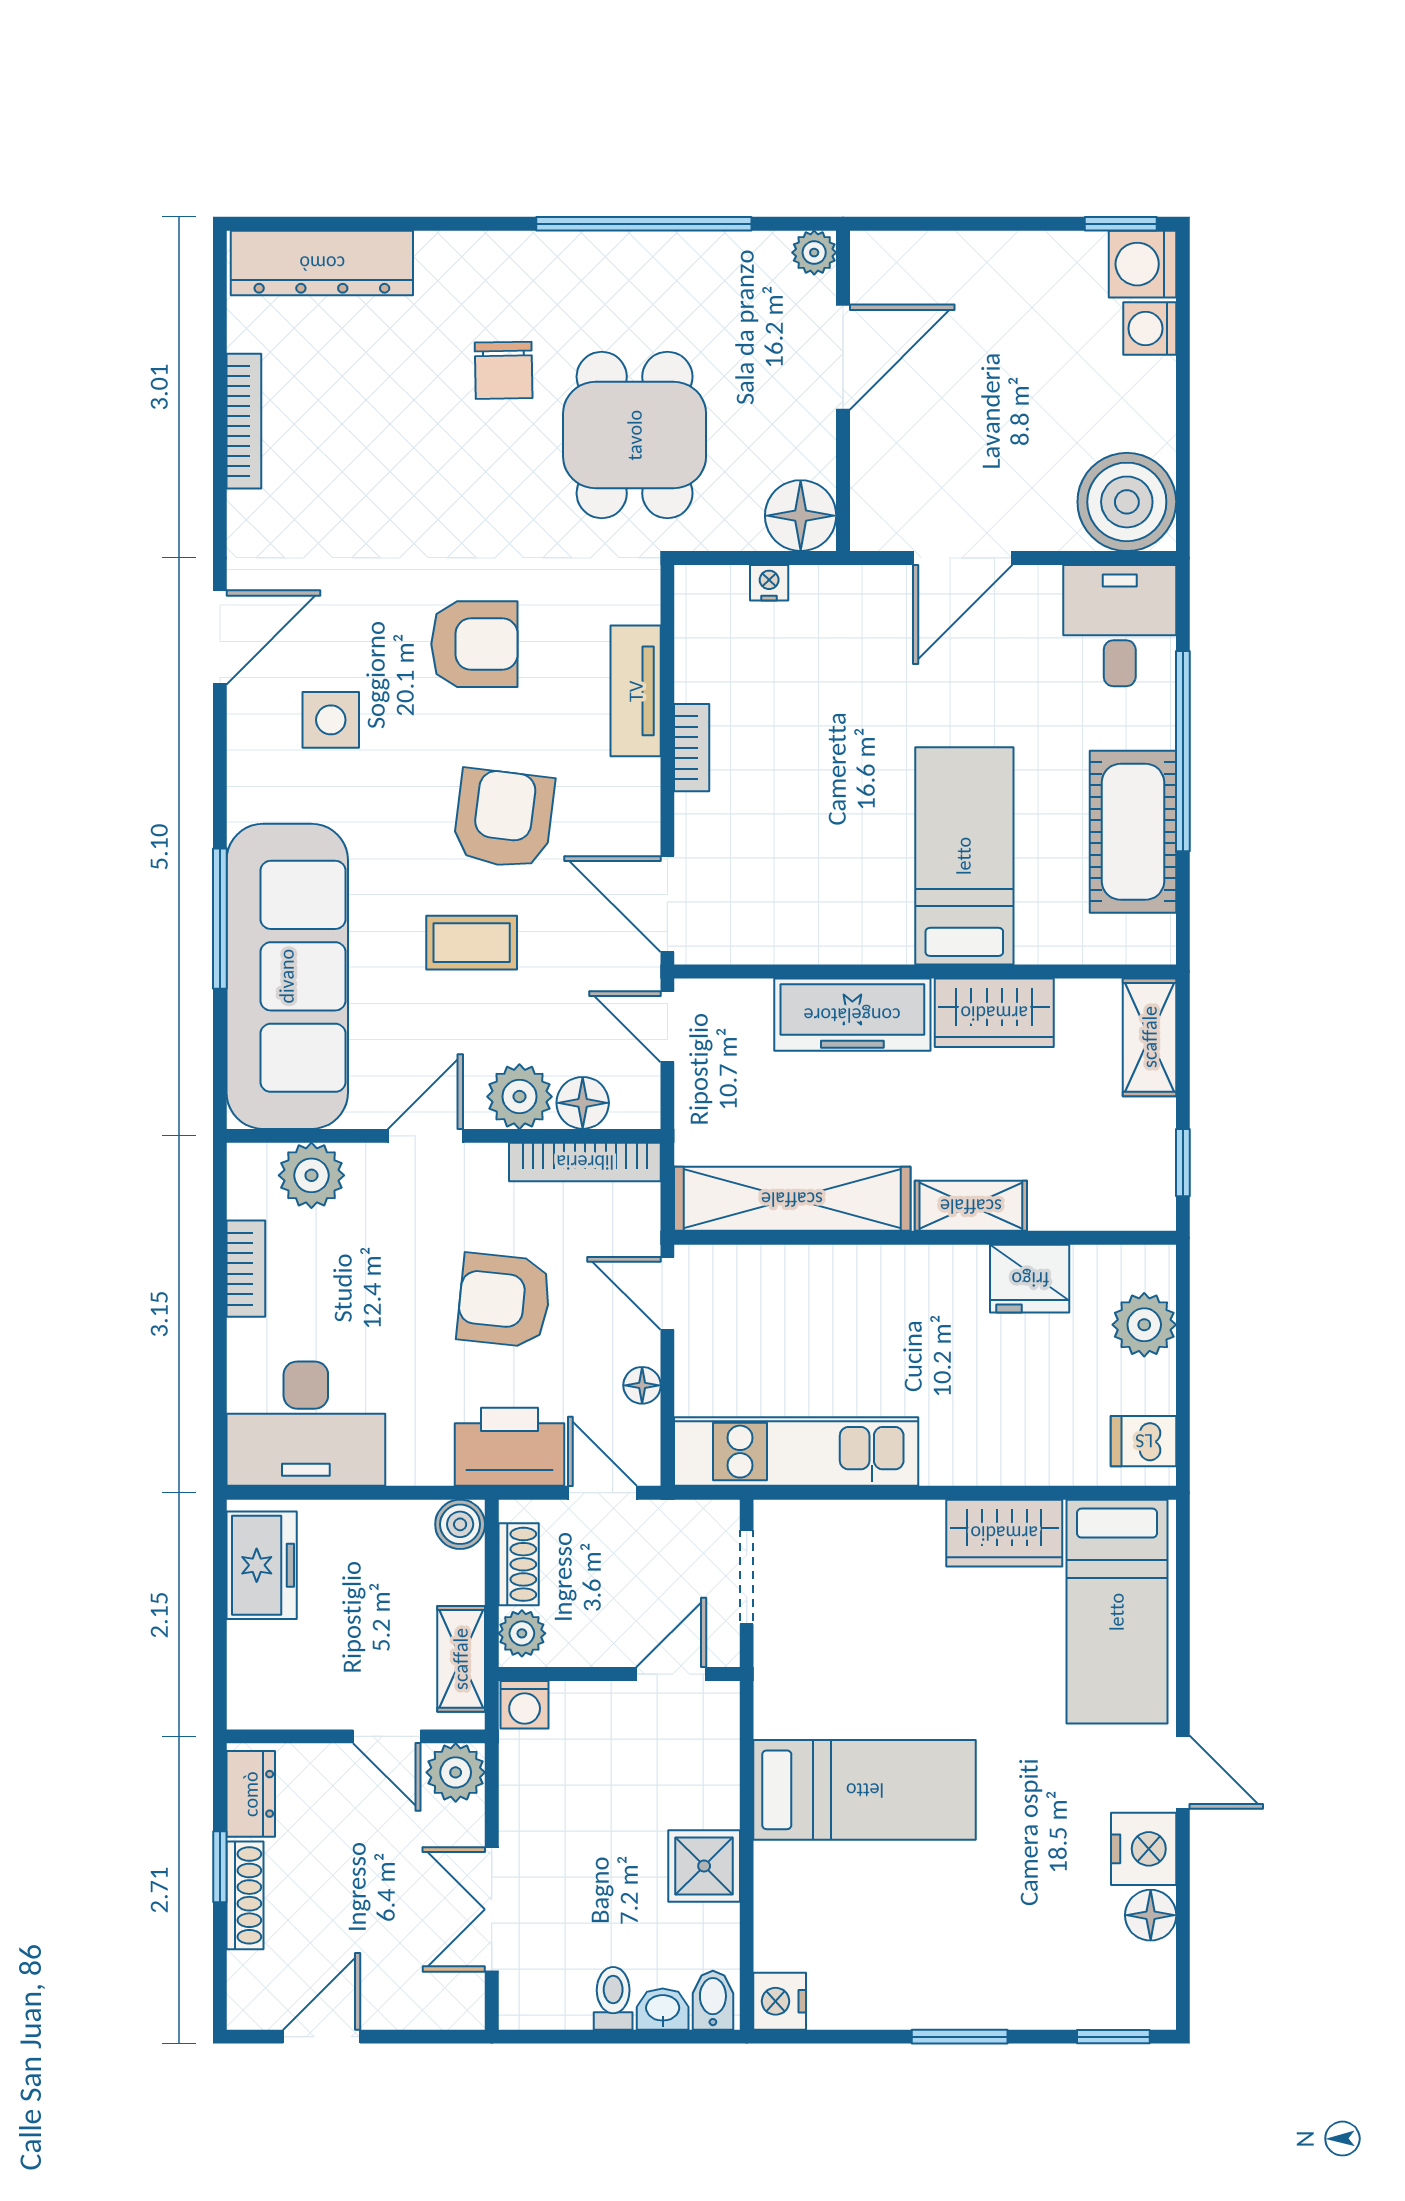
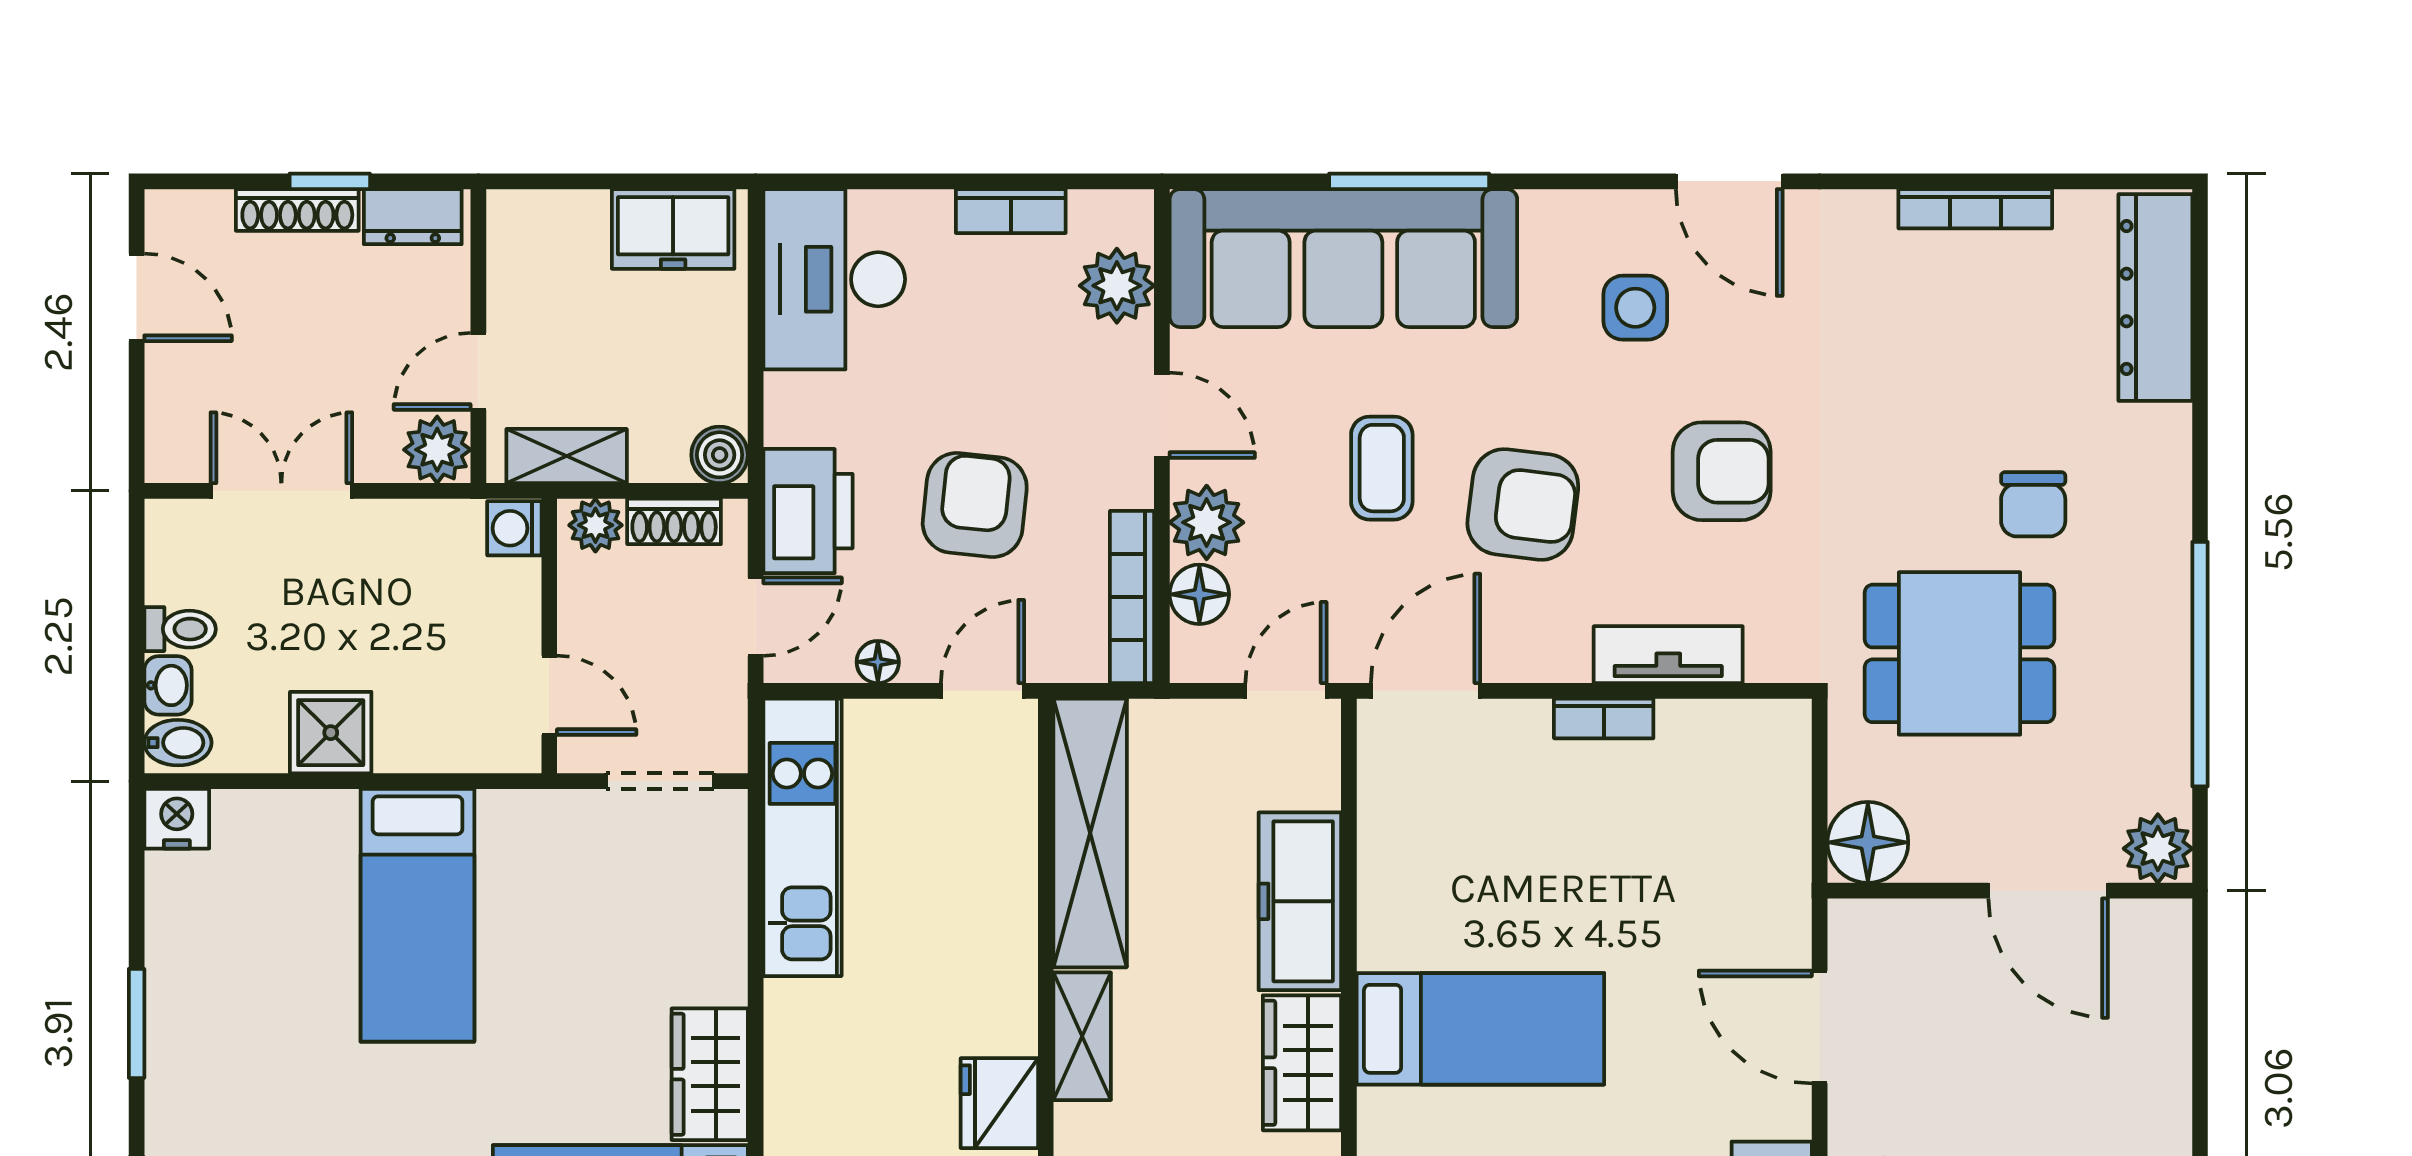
plant: (814, 253) -> (2158, 849), width x1.38, depth x1.38
chair: (504, 370) -> (2033, 504), turned -89
nightstand: (769, 583) -> (1791, 807), removed
armchair: (474, 644) -> (1722, 471), turned -90

